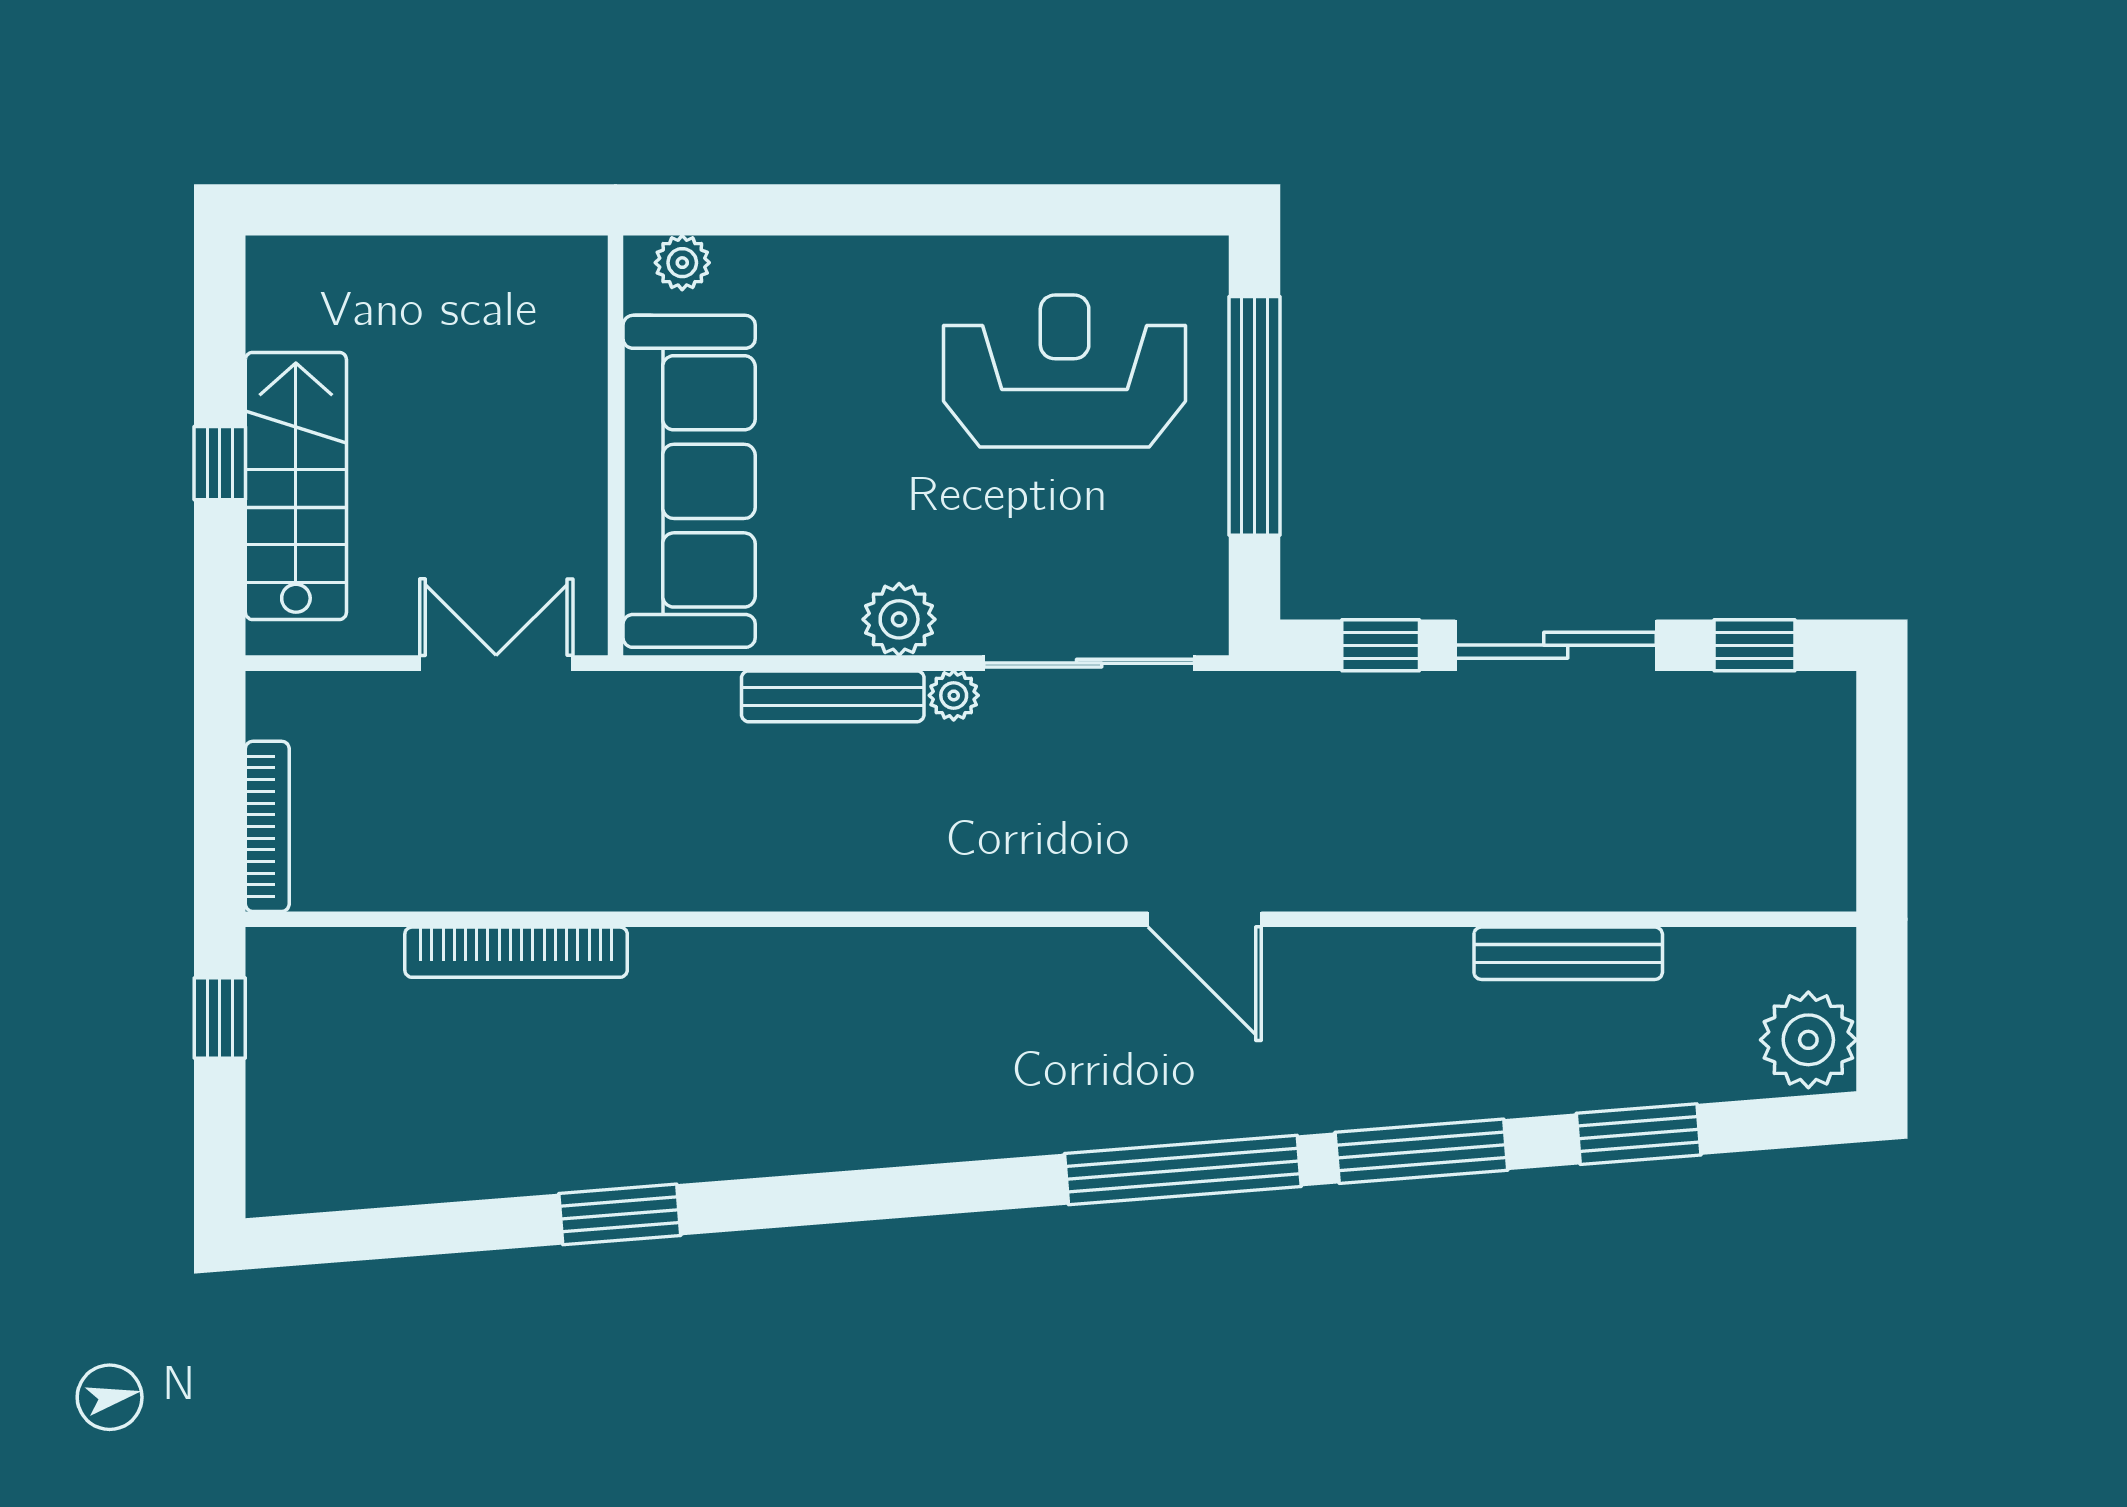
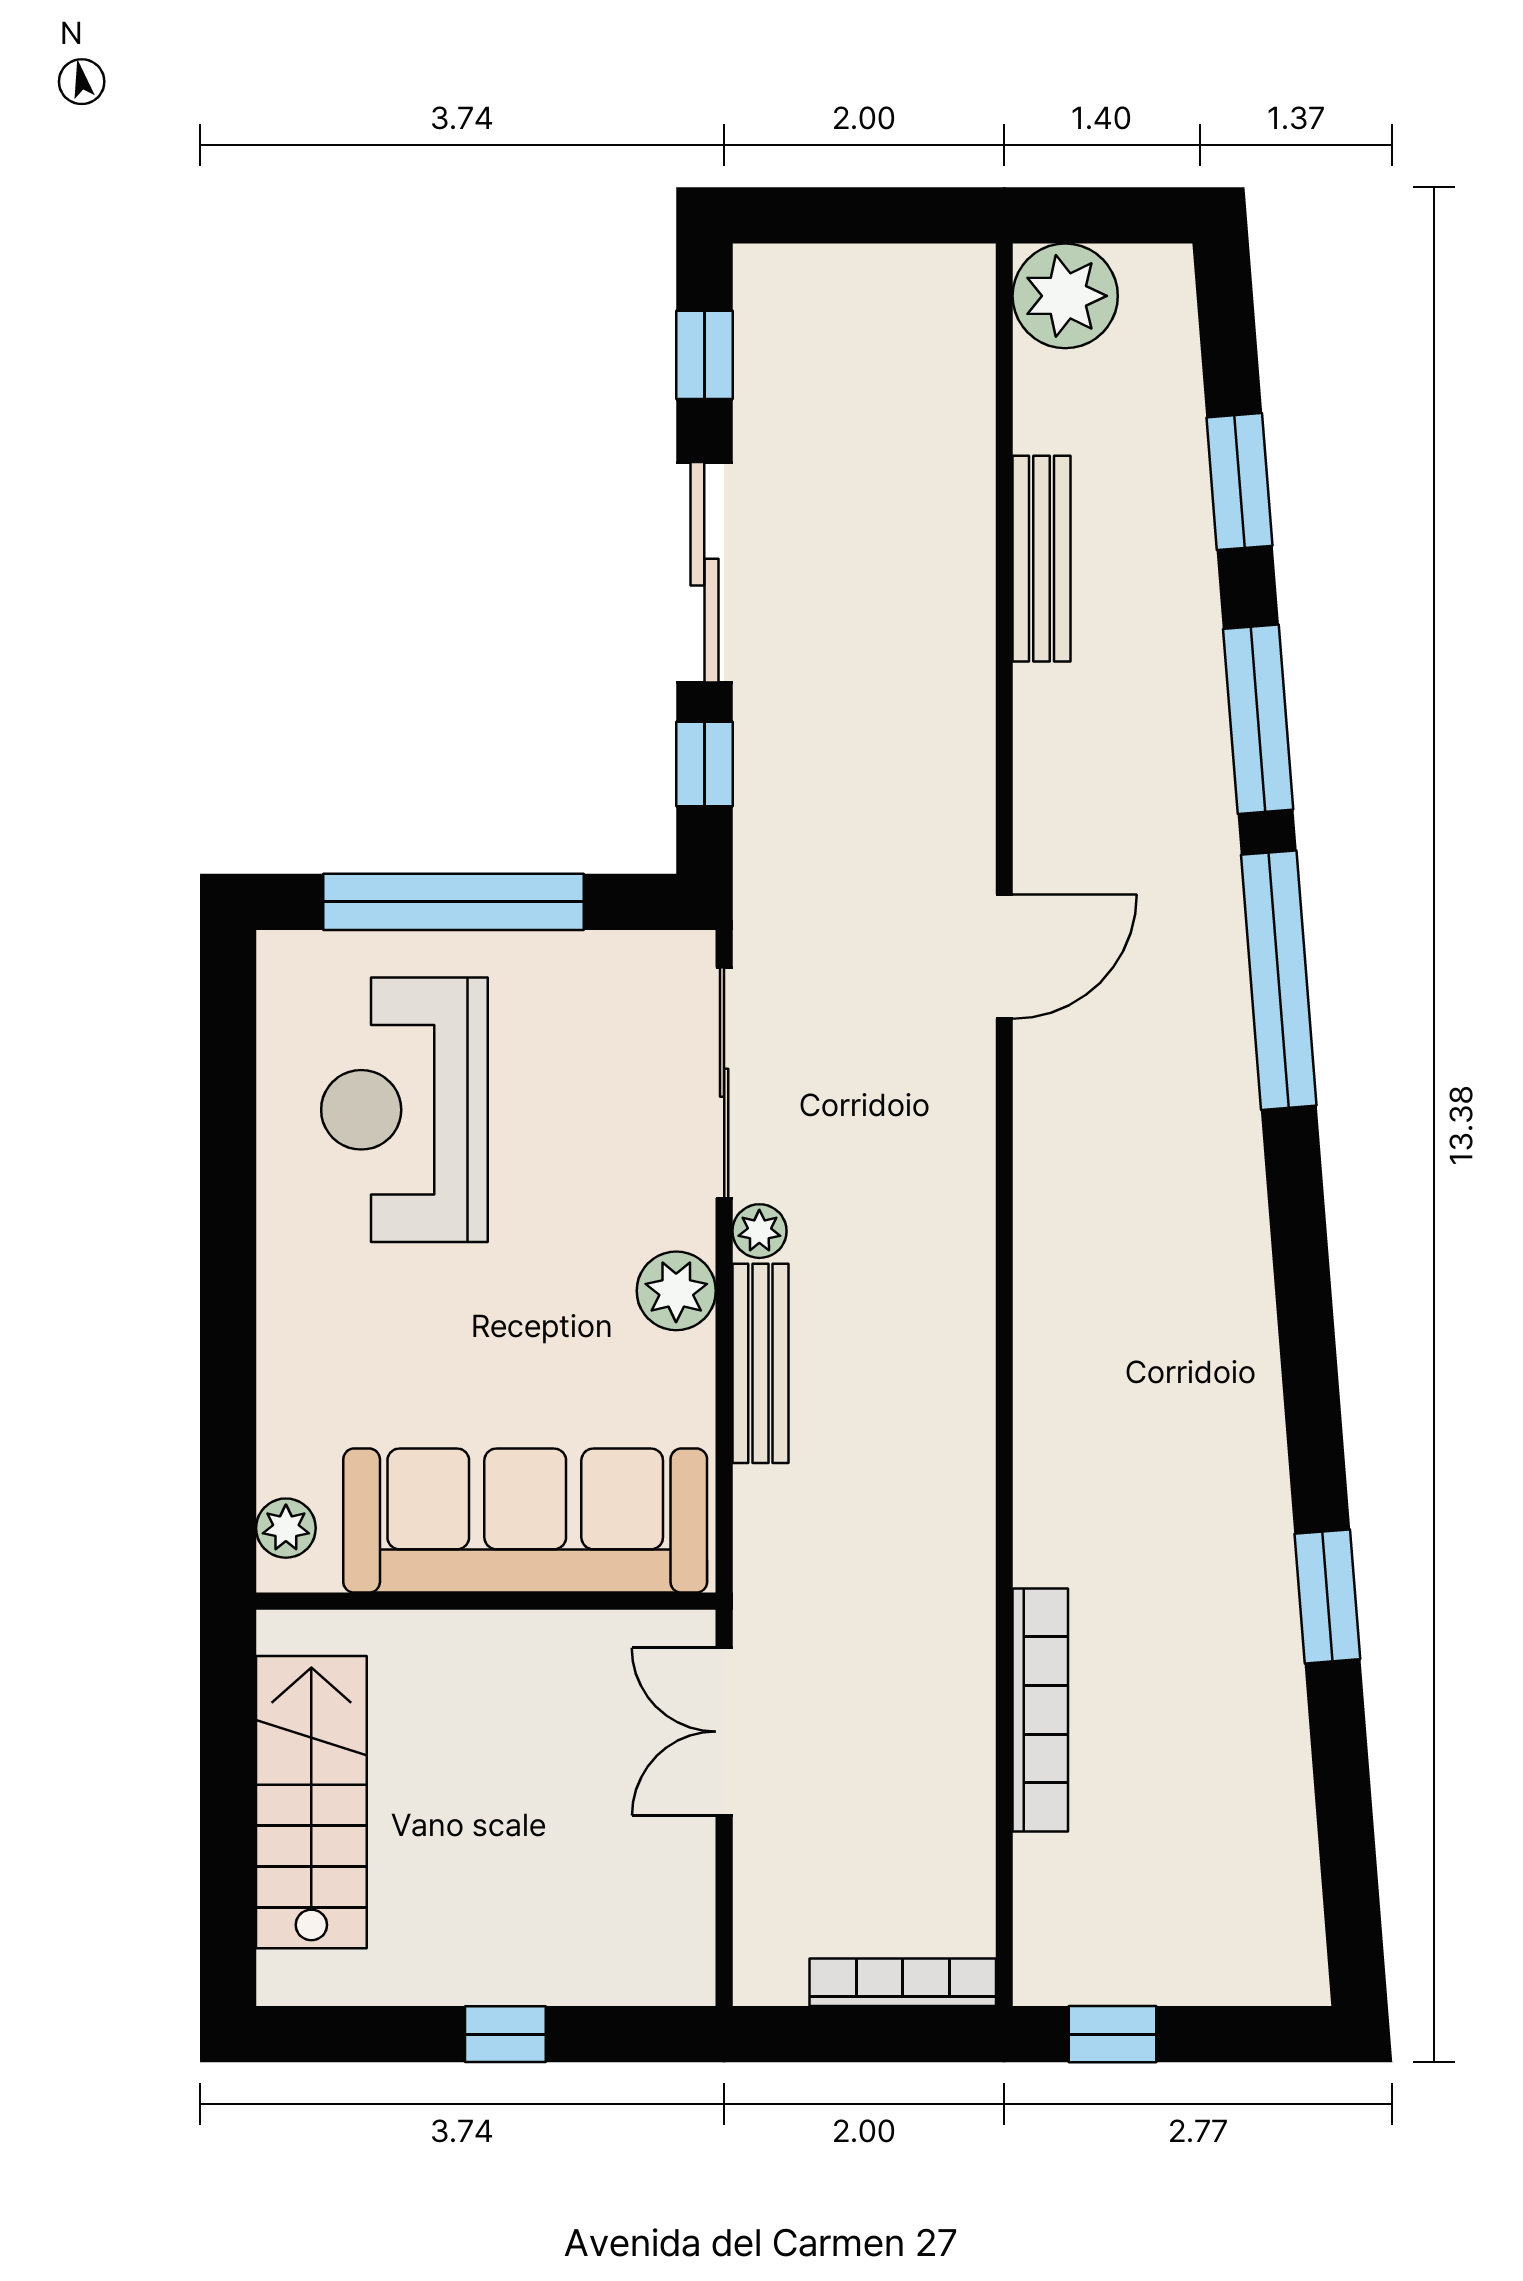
stairs: (296, 486) -> (311, 1802), moved, turned 90
plant: (1808, 1040) -> (1065, 296), moved

